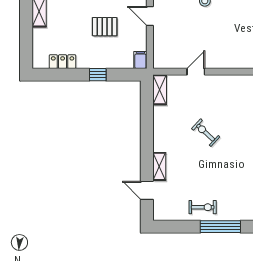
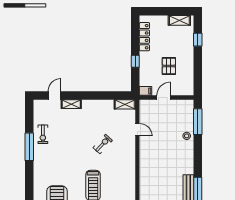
door: (150, 16) -> (164, 98), moved
locker: (63, 62) -> (144, 37), width x1.53
exercise bike: (206, 133) -> (103, 144), moved

